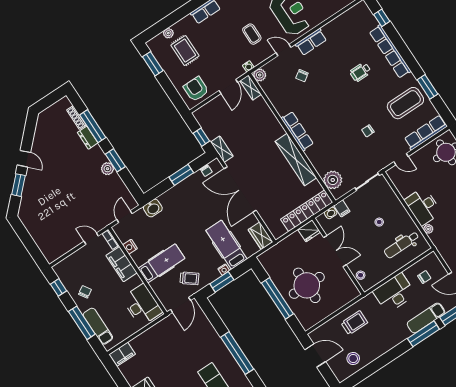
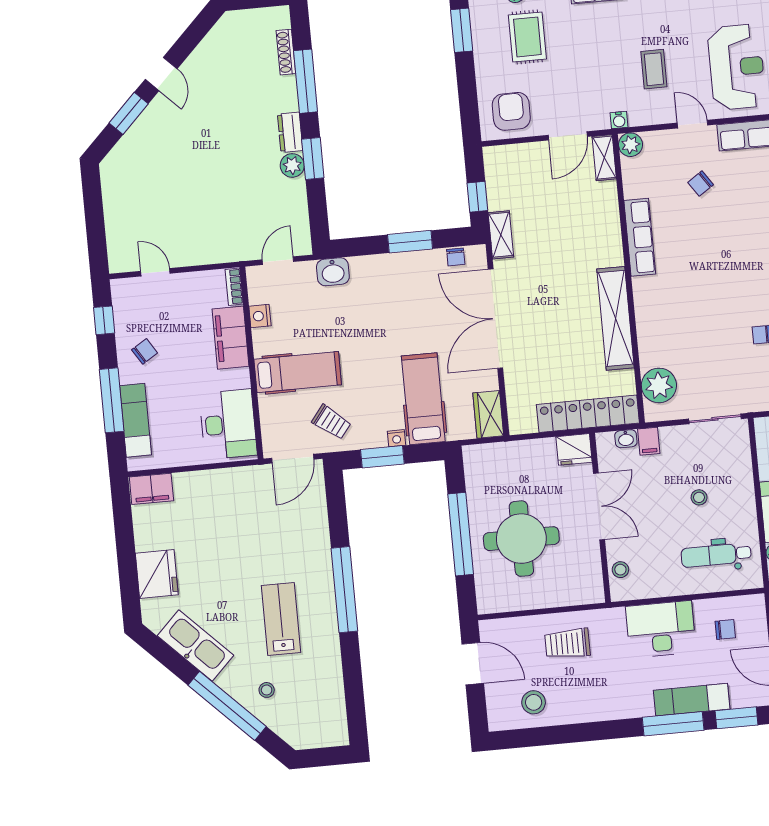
row of seats: (297, 131) -> (640, 237), moved
dresser: (88, 138) -> (290, 132), moved
door: (91, 239) -> (155, 272), moved
trolley: (354, 323) -> (567, 644), turned 180

